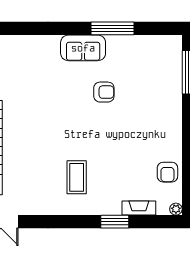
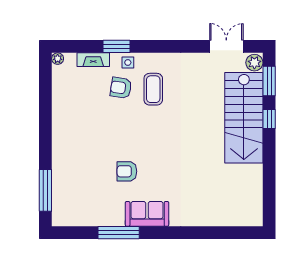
armchair: (167, 172) -> (121, 88), moved, turned -81
side table: (103, 205) -> (128, 62), added

